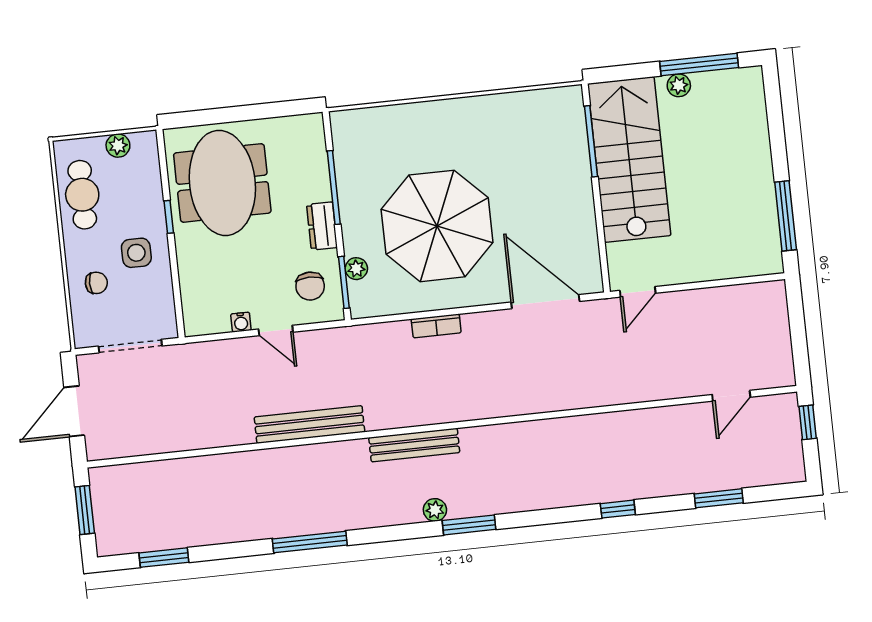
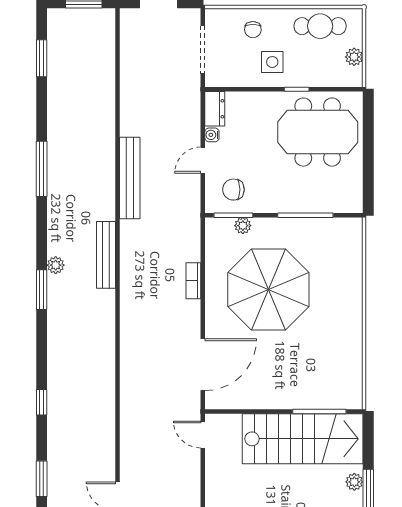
dresser: (322, 226) -> (215, 109), moved, turned 90

